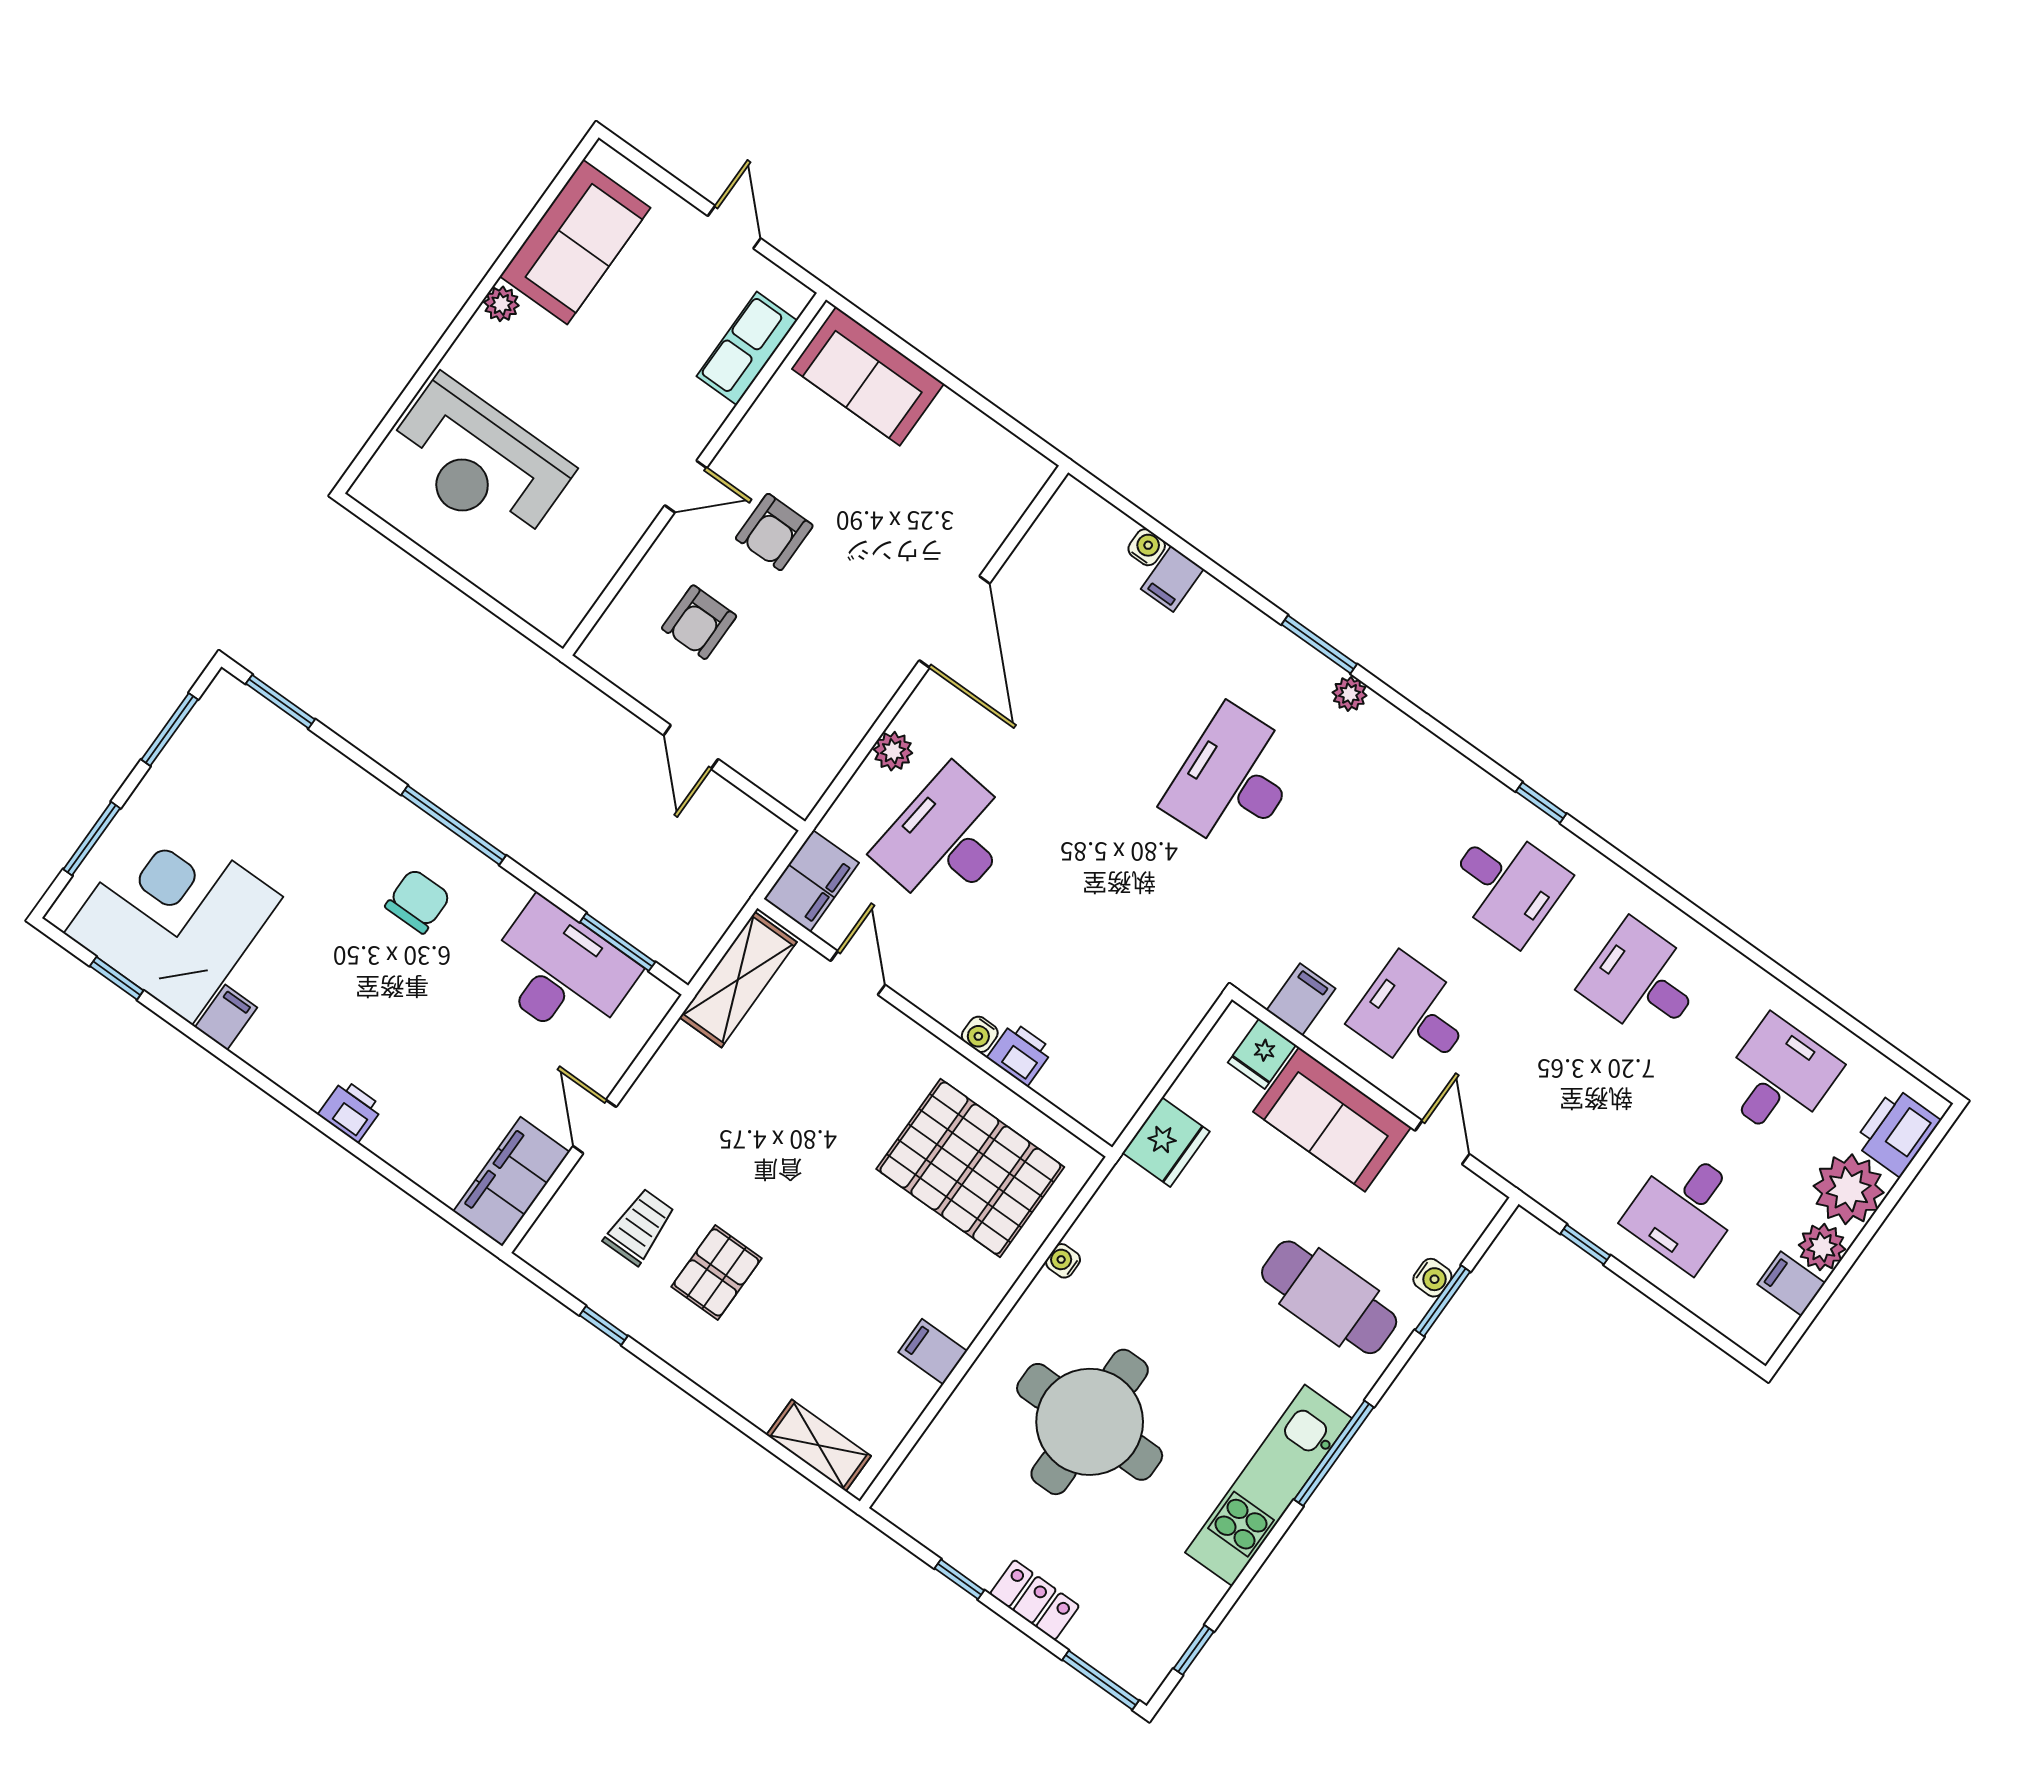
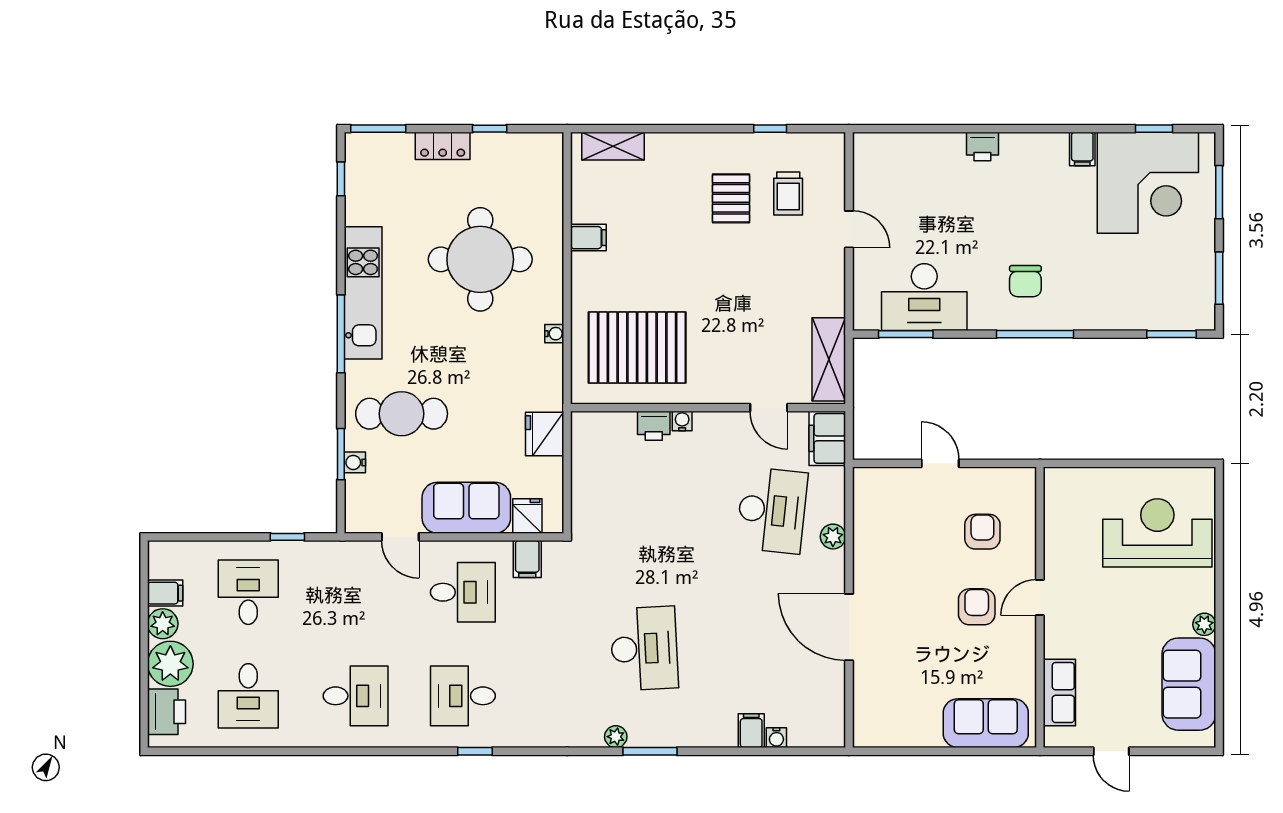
filing cabinet: (511, 1182) -> (872, 169), removed

